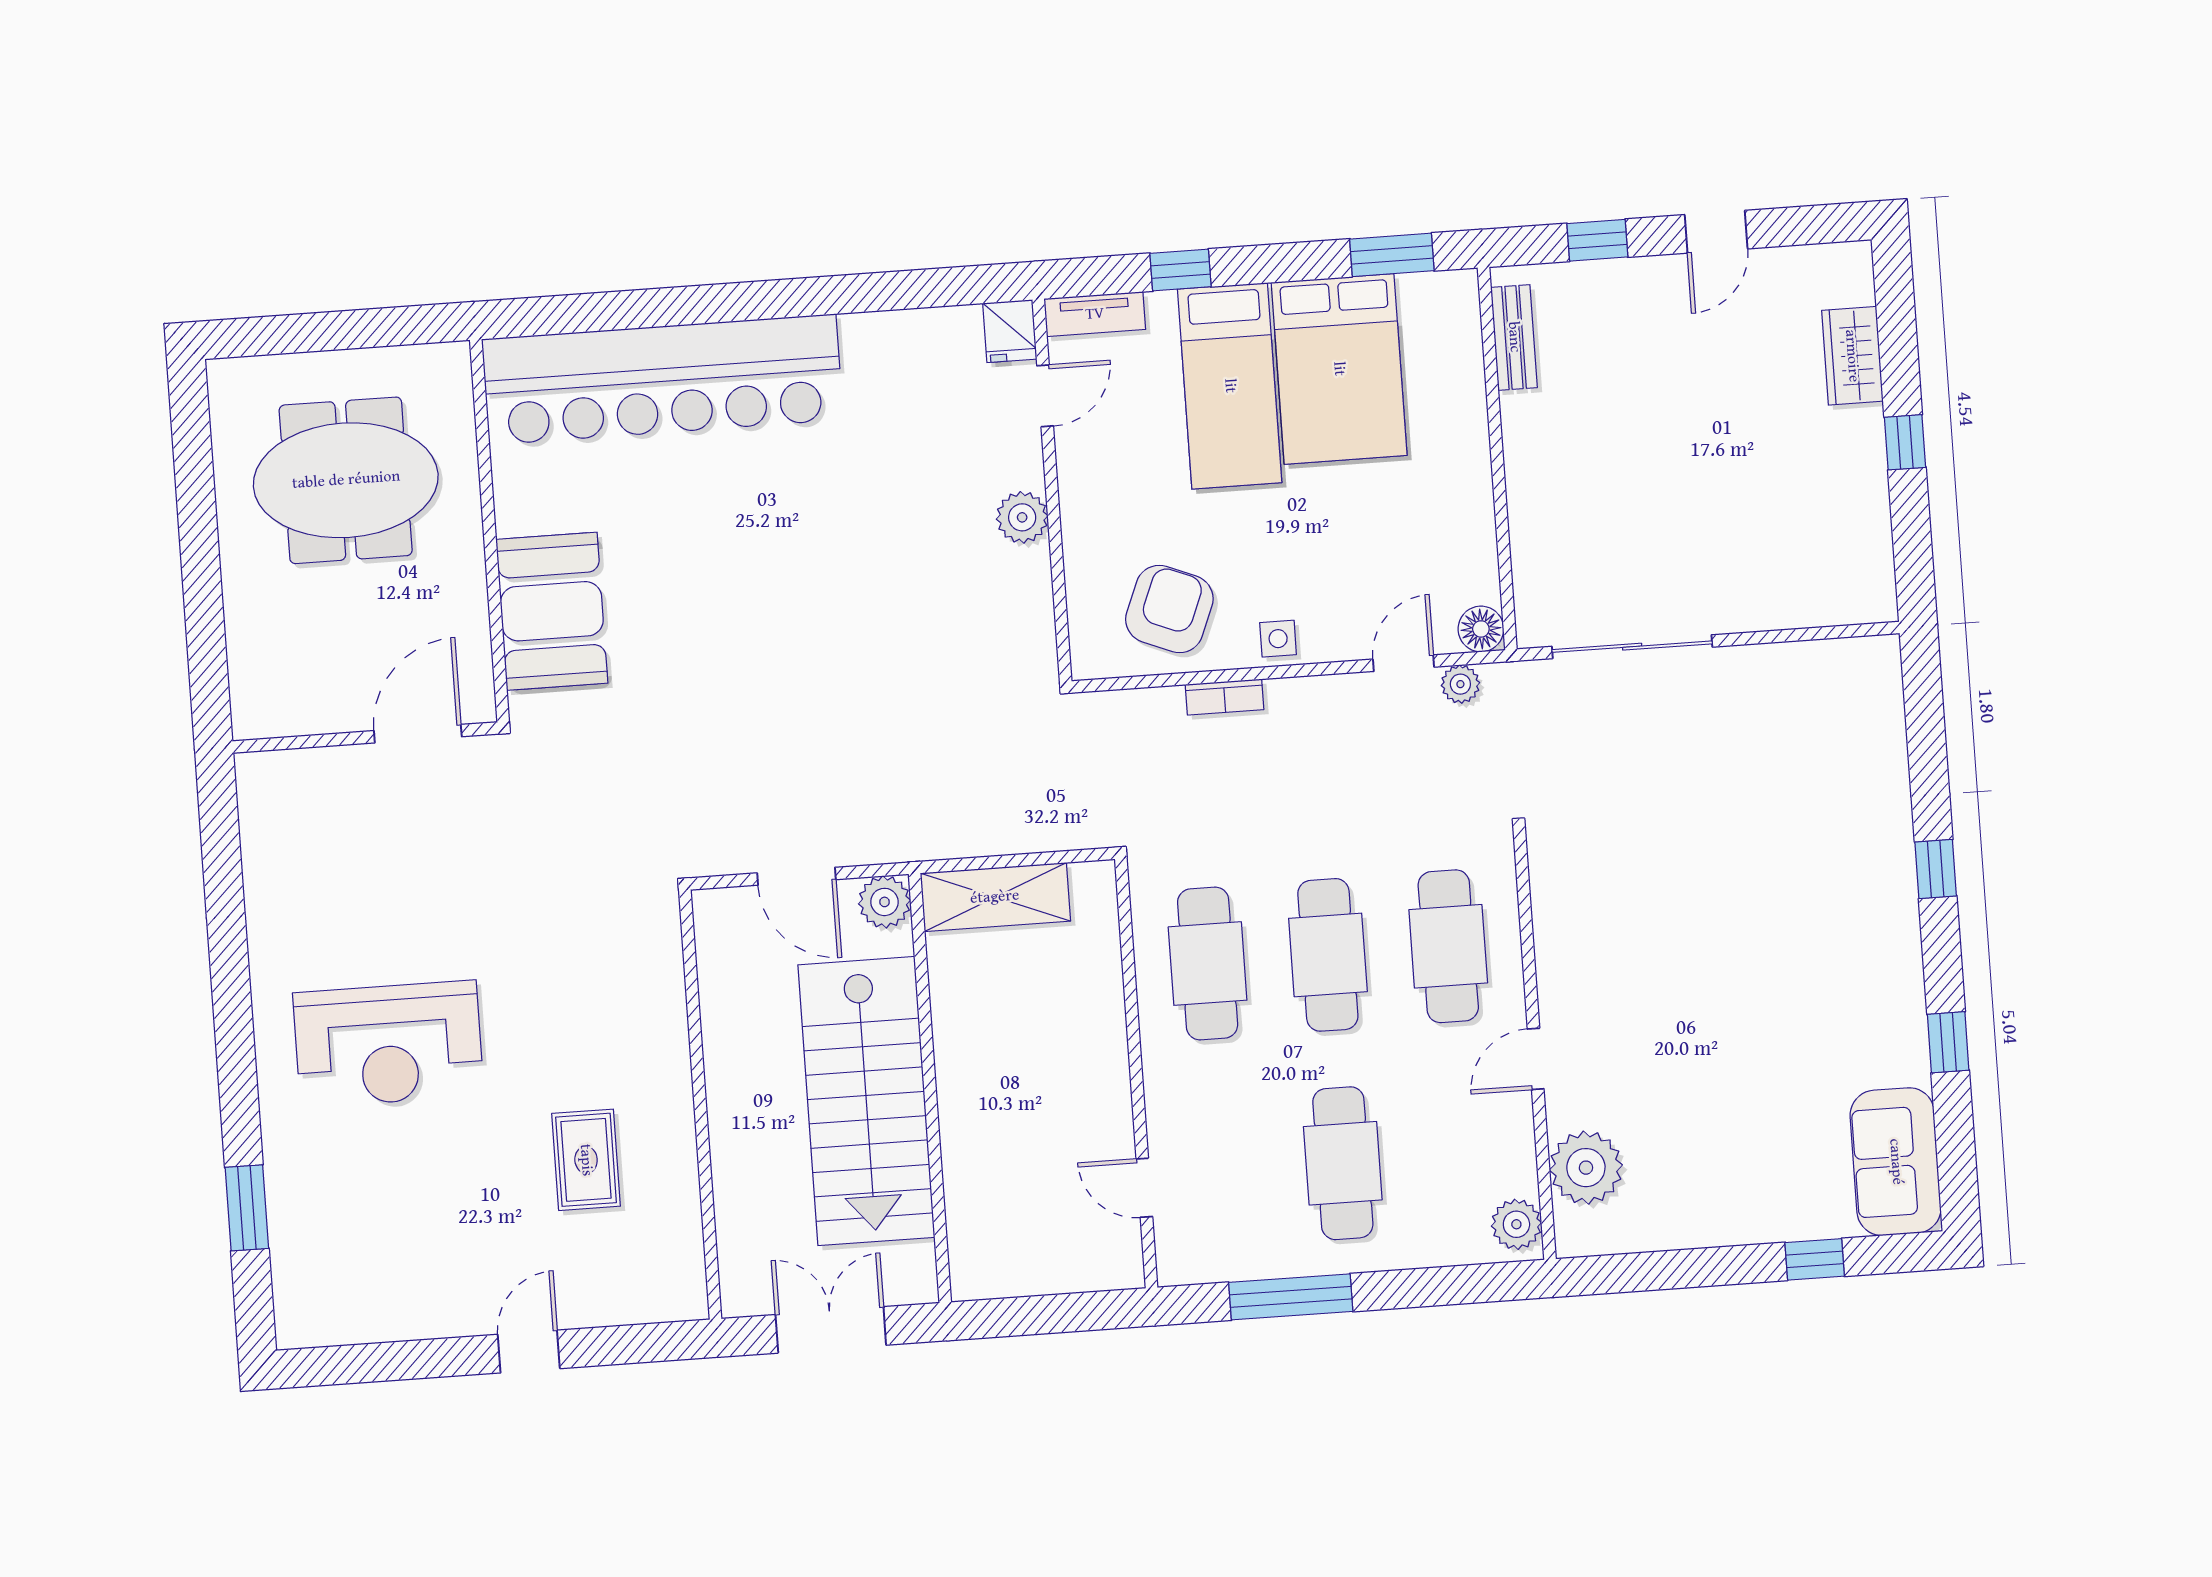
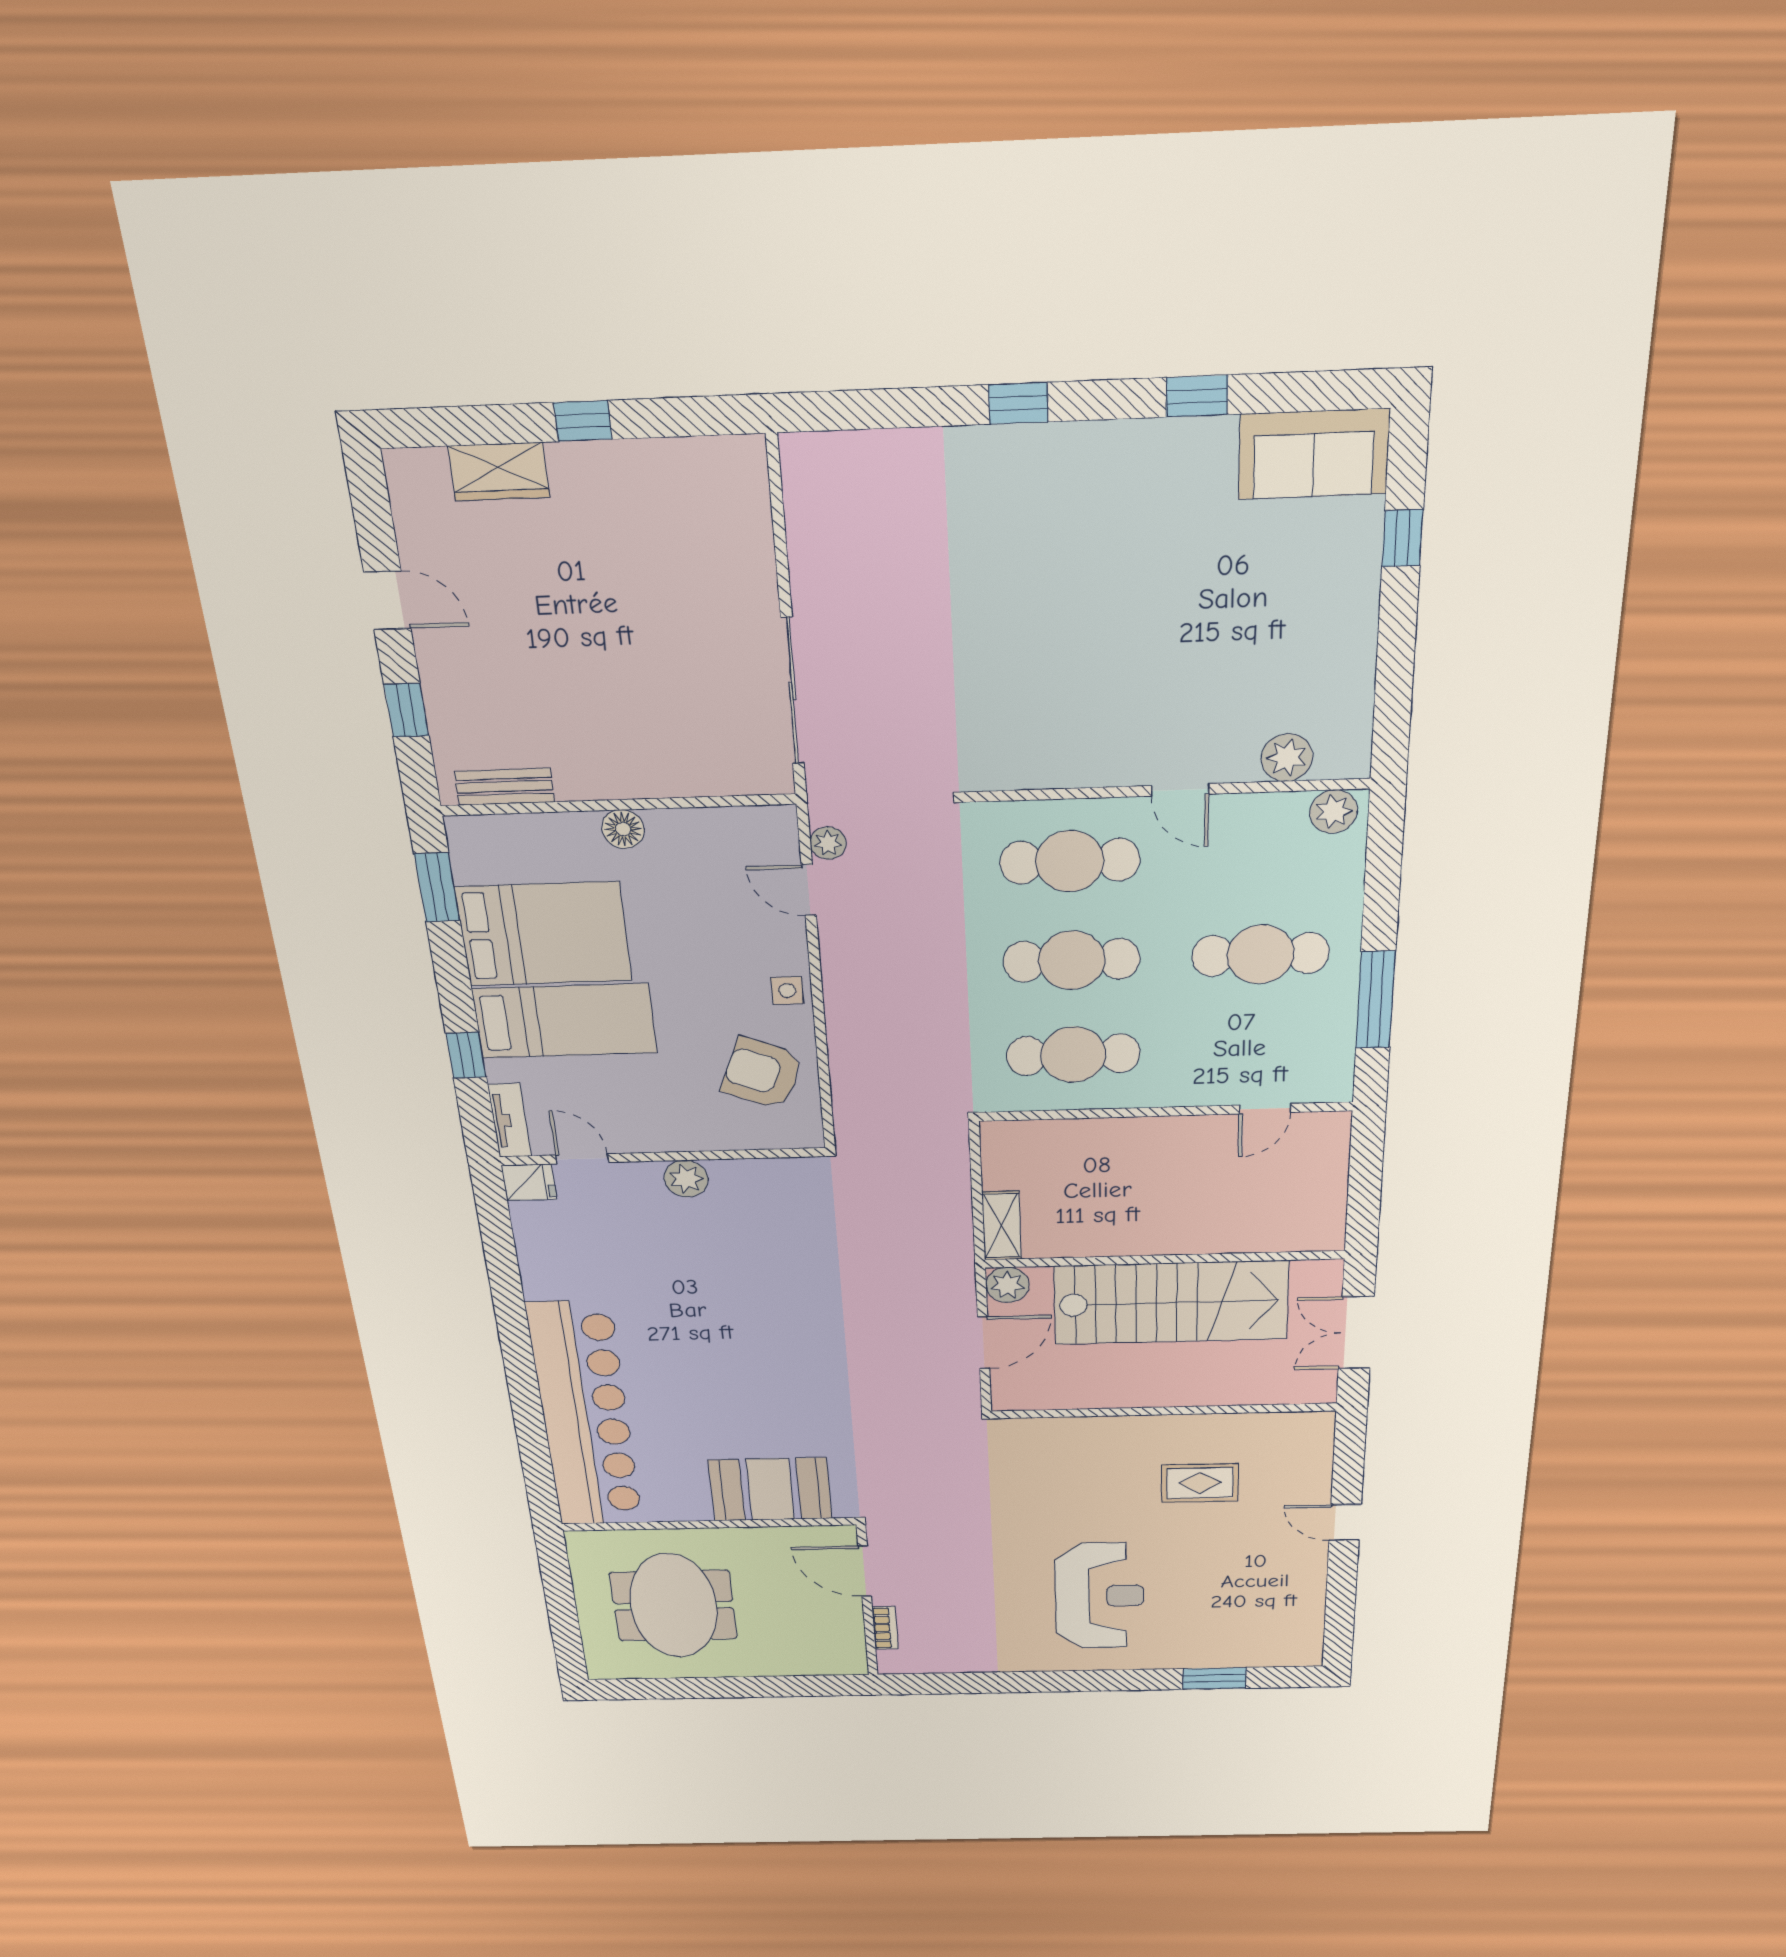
floor lamp: (1481, 629) -> (623, 829), moved
bookcase: (1225, 697) -> (885, 1628), moved
shelving: (995, 897) -> (1002, 1226), width x0.67, depth x0.75
plant: (1586, 1168) -> (1287, 758), width x0.73, depth x0.73

